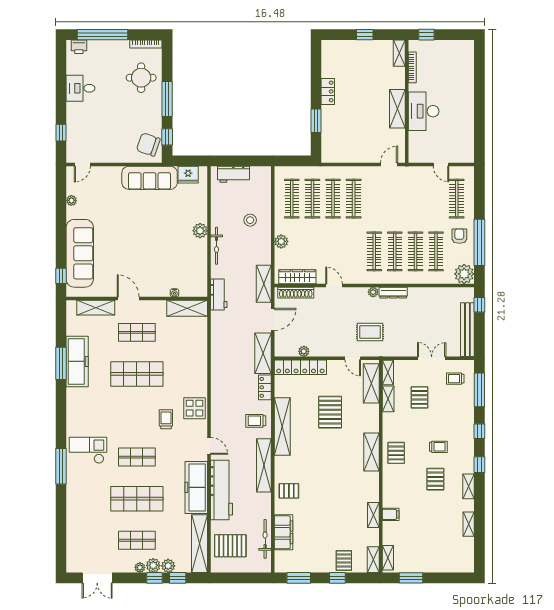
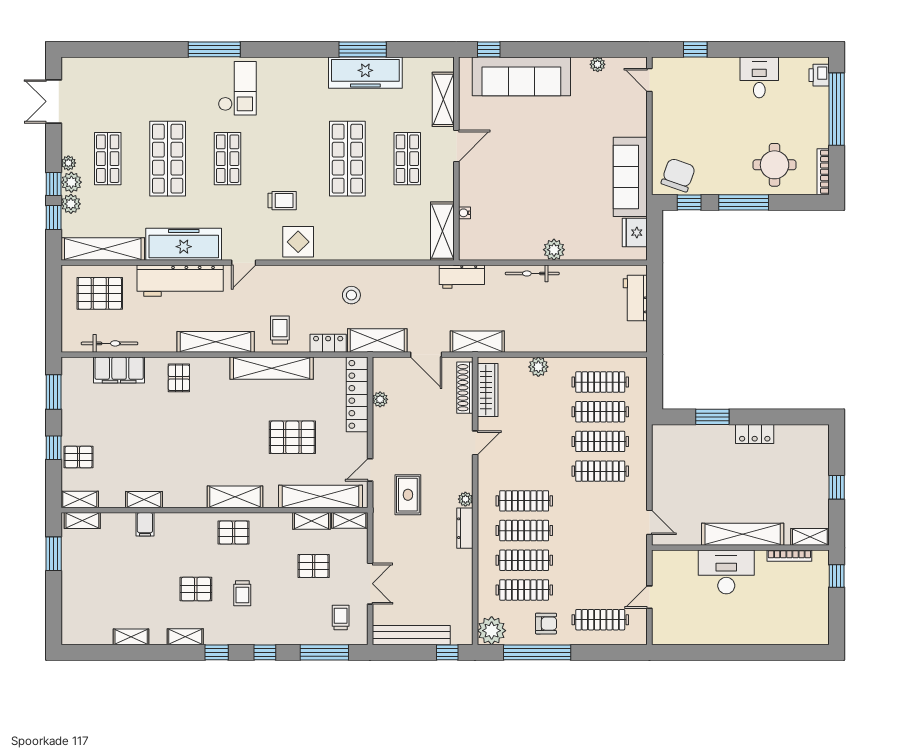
shelving: (397, 109) -> (743, 534), width x1.47
stool: (250, 220) -> (351, 295), moved
shelving: (371, 383) -> (321, 497), width x1.47
pallet: (230, 546) -> (100, 293), turned 90

